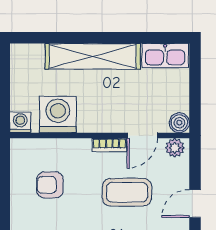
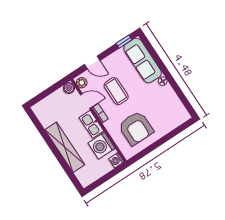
kitchen sink: (165, 56) -> (91, 124), moved, turned 180
armchair: (50, 185) -> (136, 128), width x1.88, depth x1.88
door: (195, 204) -> (92, 63), moved

